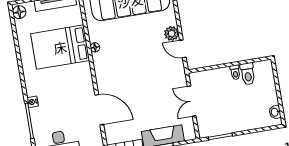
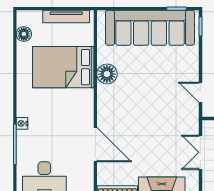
floor lamp: (19, 12) -> (24, 34), moved
plant: (172, 33) -> (191, 73), removed
floor lamp: (95, 47) -> (107, 74), width x1.89, depth x1.89

